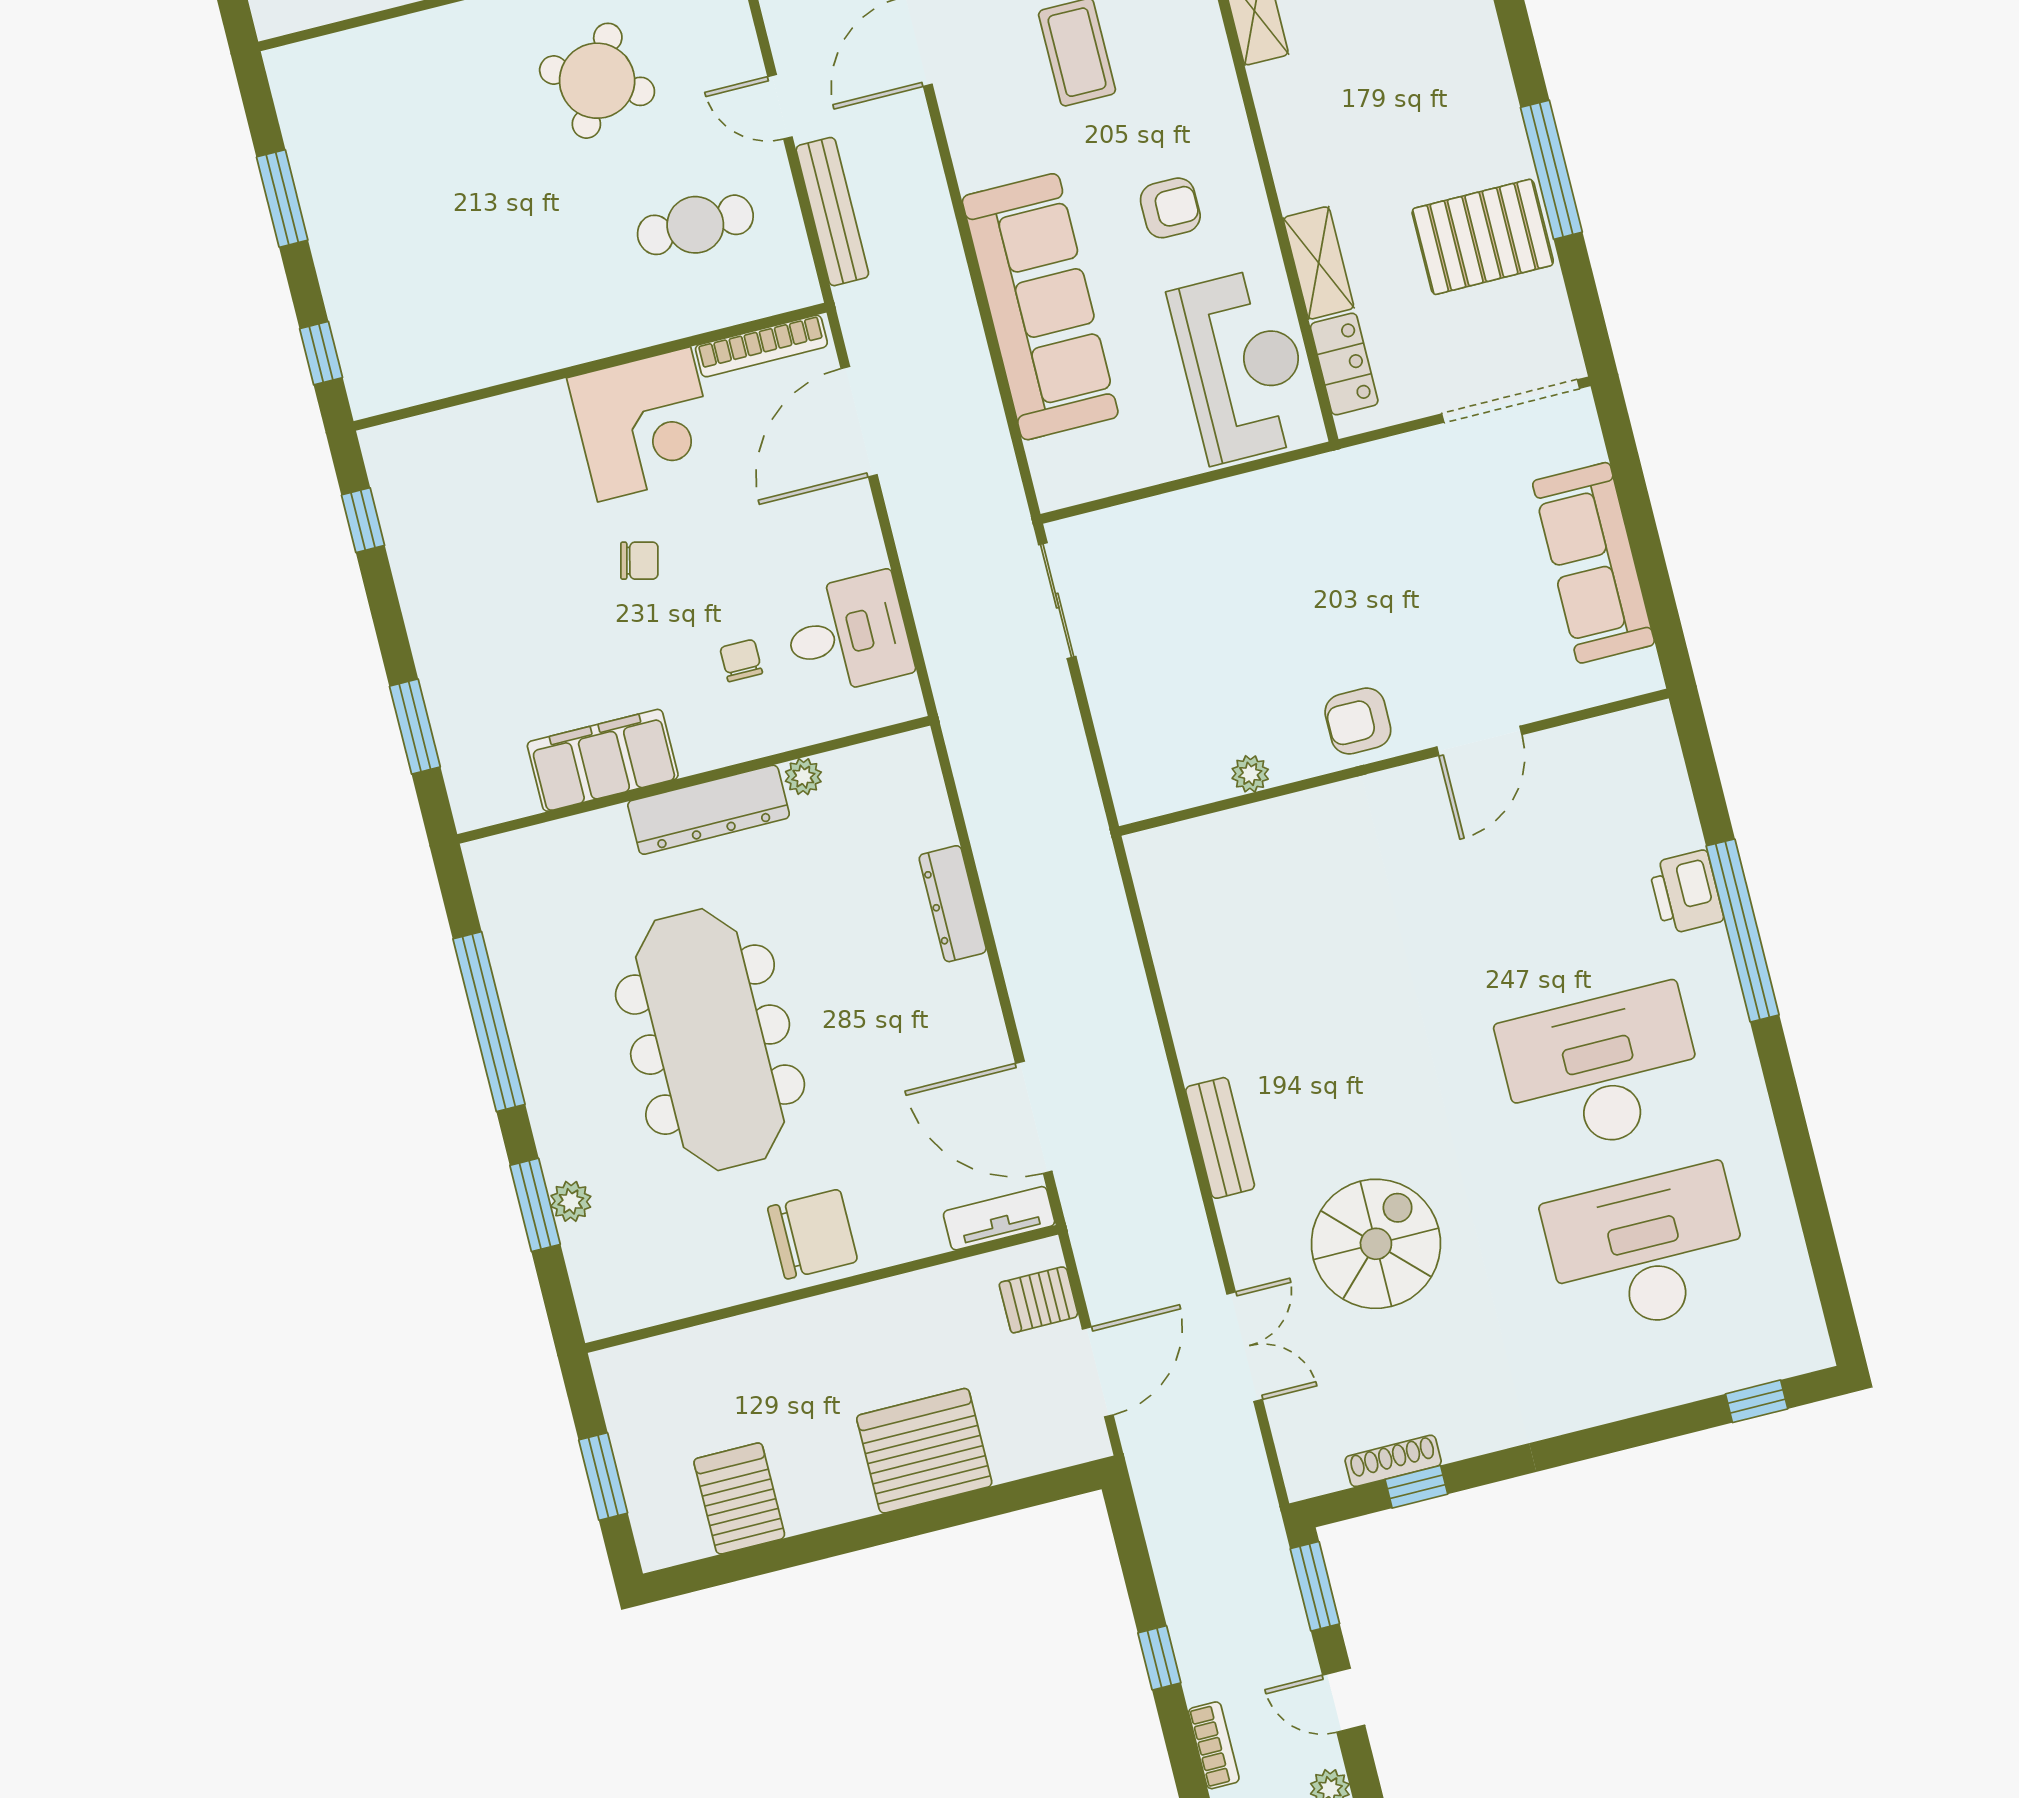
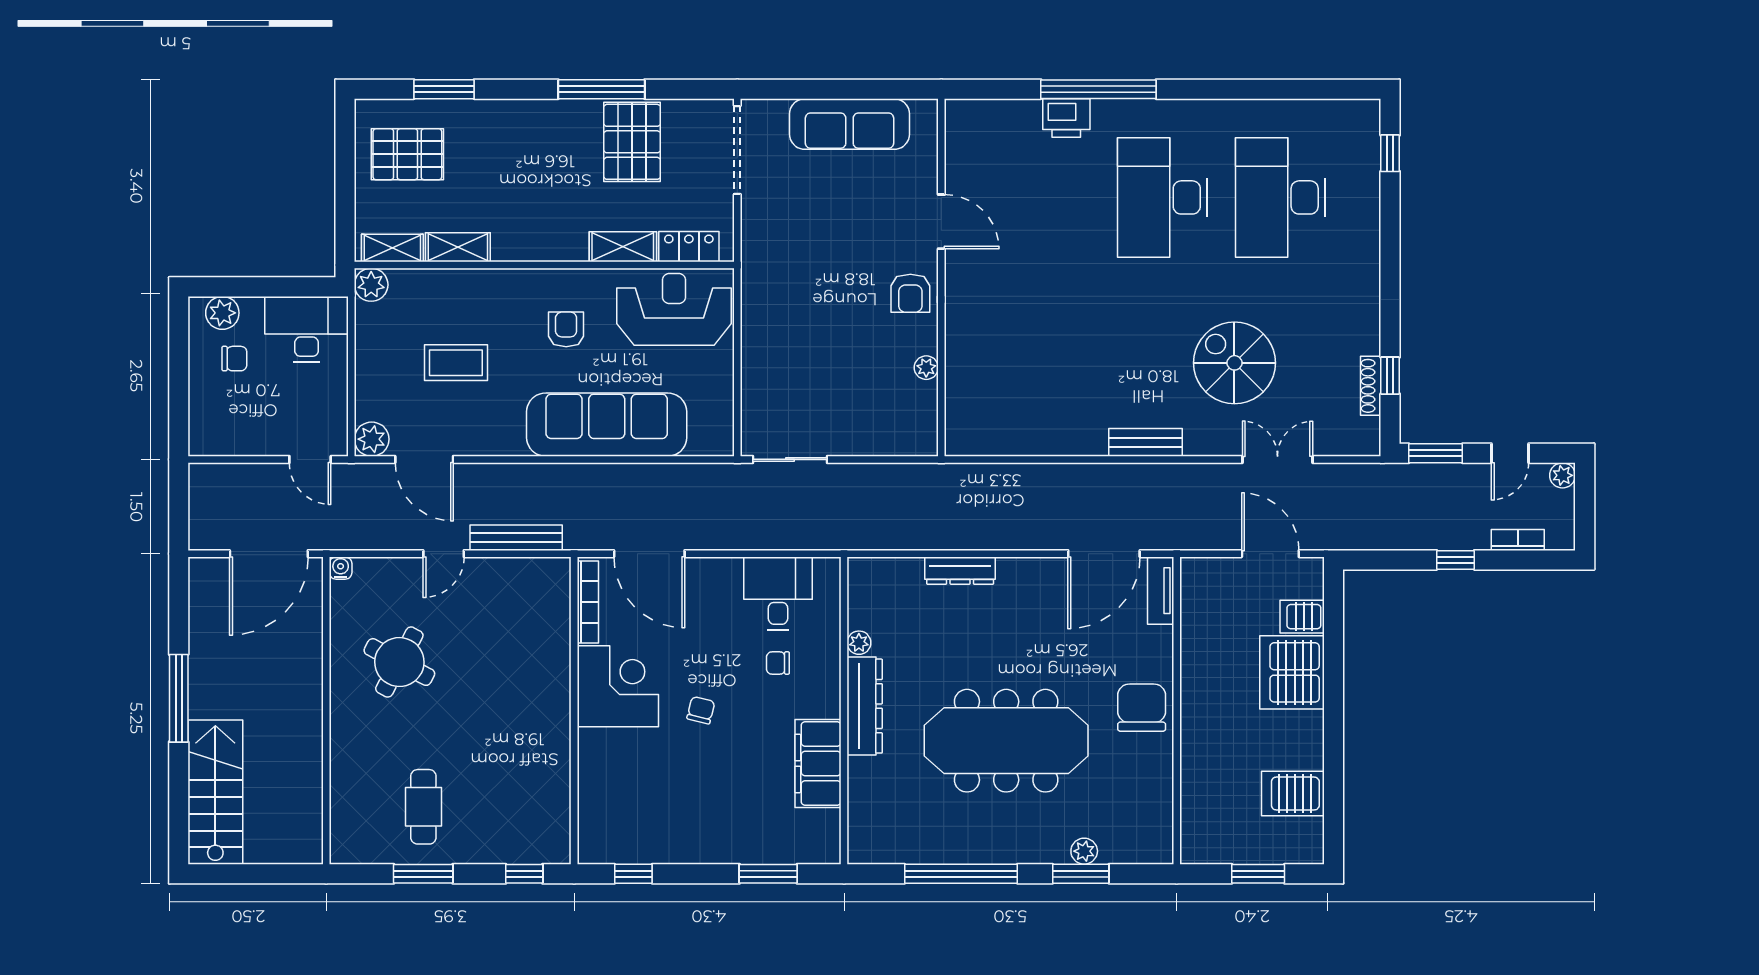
cafe table: (695, 225) -> (423, 807), moved
server rack: (1039, 1300) -> (1302, 617), moved, turned 90

